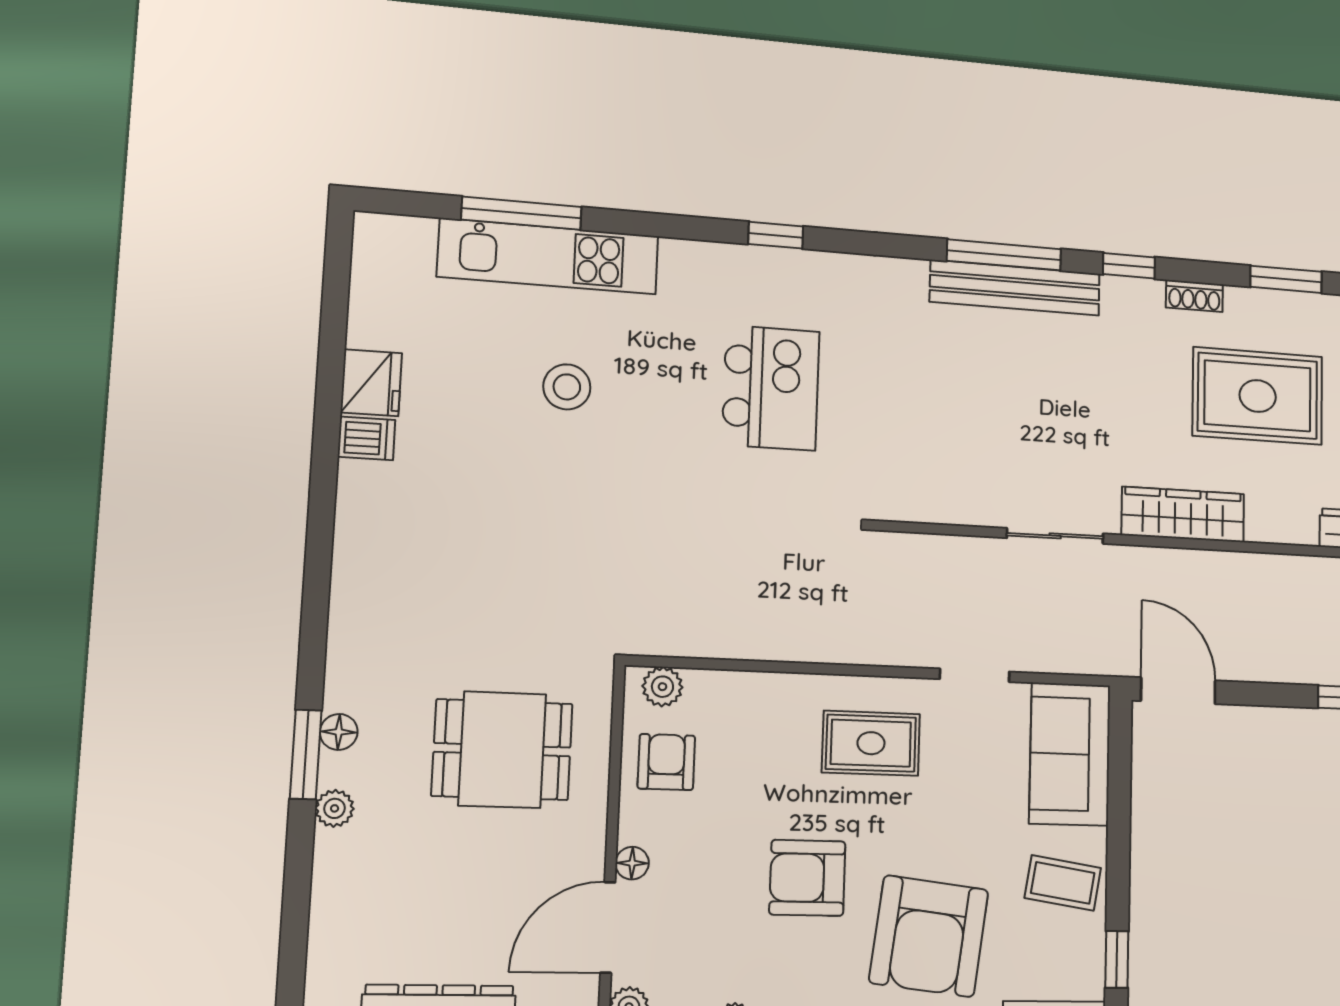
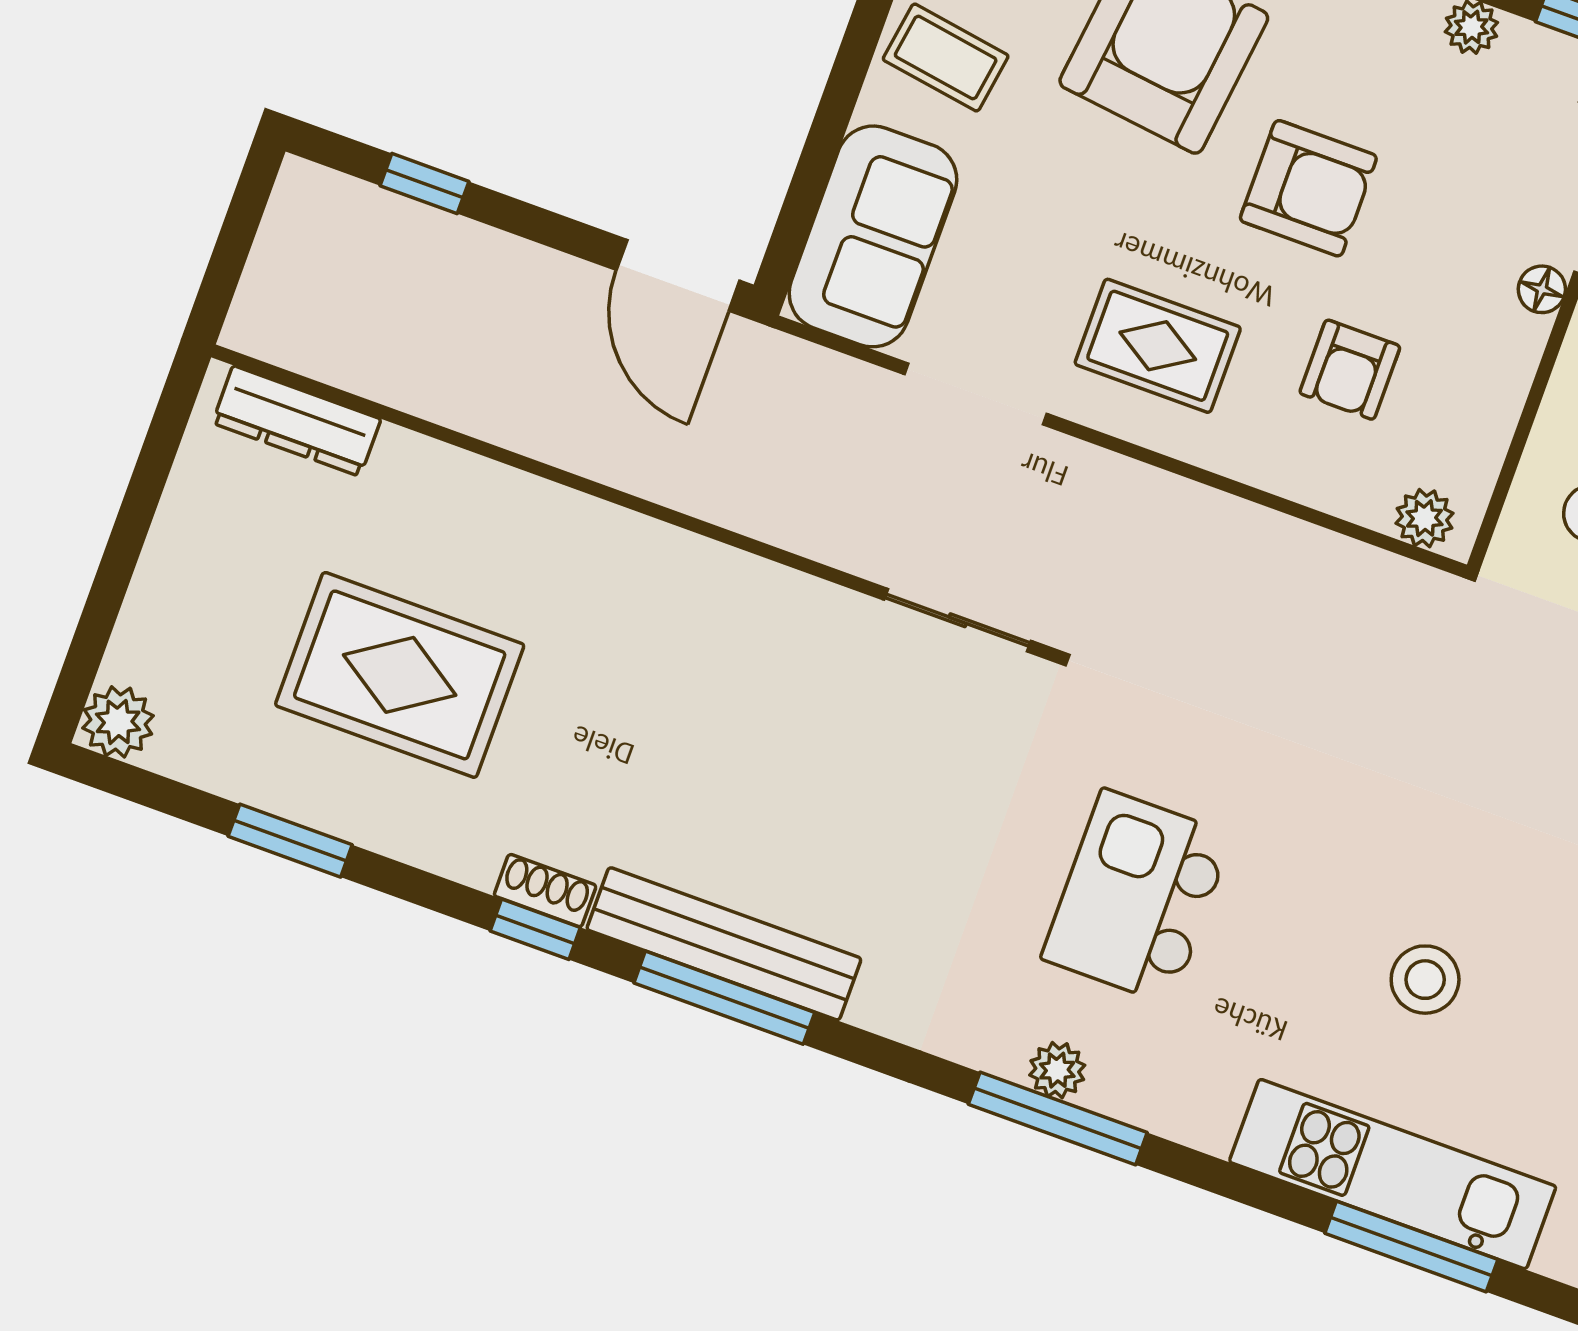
window: (776, 235) -> (1058, 1118), width x2.17
plant: (786, 265) -> (1057, 1070), added
shoe rack: (1194, 296) -> (545, 891), moved
wardrobe: (1183, 514) -> (580, 532), removed
sliding door: (1055, 536) -> (958, 620), moved
doorway: (975, 675) -> (976, 394), width x1.38
armchair: (666, 762) -> (1350, 370), moved

